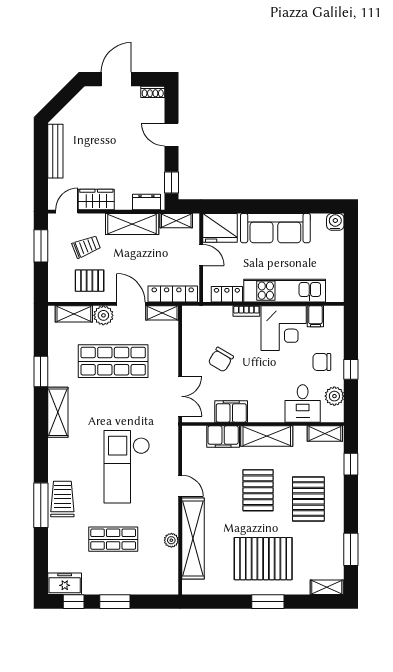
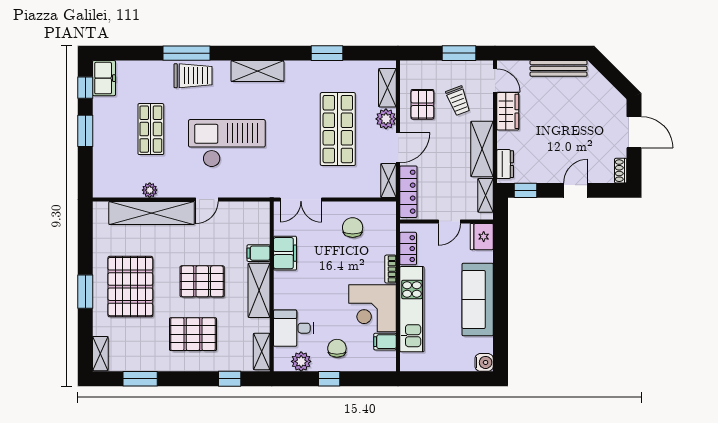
fridge: (220, 228) -> (482, 237), width x0.73, depth x0.75
chair: (221, 360) -> (353, 228), moved, turned 59
shelving: (58, 412) -> (257, 71), moved
filing cabinet: (223, 437) -> (259, 253), width x0.50

